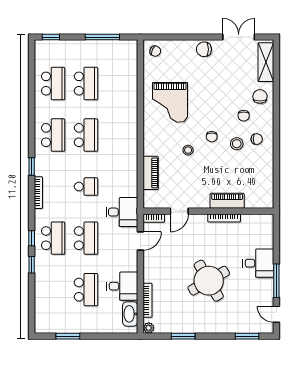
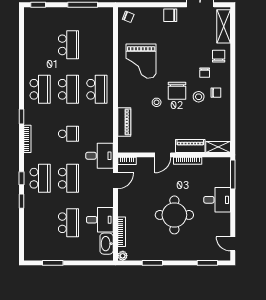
school desk: (53, 84) -> (97, 89), moved
chair: (212, 137) -> (177, 91), width x1.87, depth x1.87
shelving: (259, 202) -> (218, 147), added
door: (179, 211) -> (163, 155), moved
round table: (209, 281) -> (174, 215), turned 30
window: (276, 281) -> (233, 174), moved

